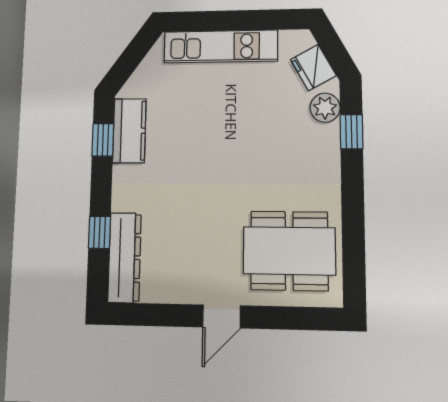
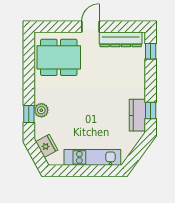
plant: (325, 108) -> (41, 110), moved
window: (99, 232) -> (151, 51), moved
dresser: (125, 258) -> (121, 39), moved, turned -90

